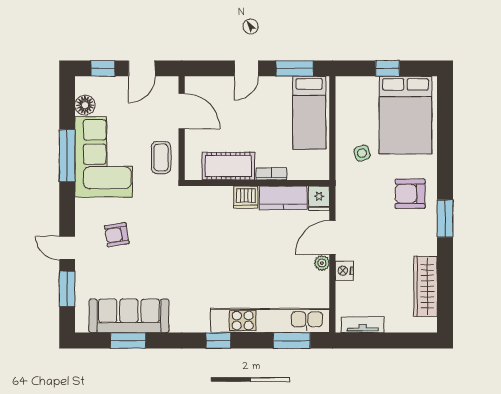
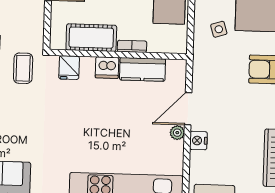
coffee table: (161, 158) -> (23, 68), moved
fridge: (319, 198) -> (69, 68), moved

